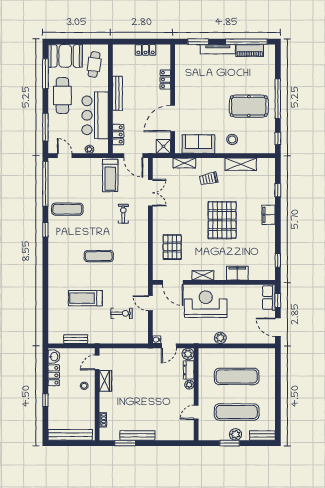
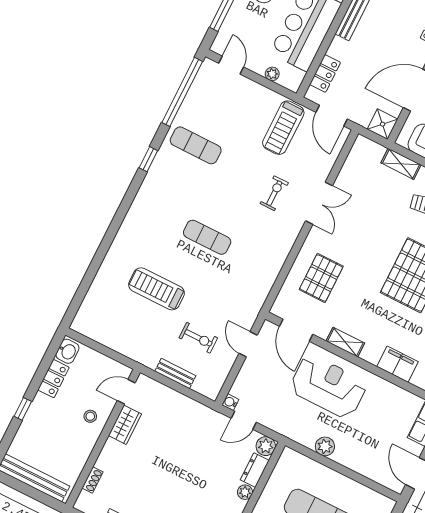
double door: (150, 193) -> (319, 203), moved
bench: (76, 339) -> (175, 373), moved

